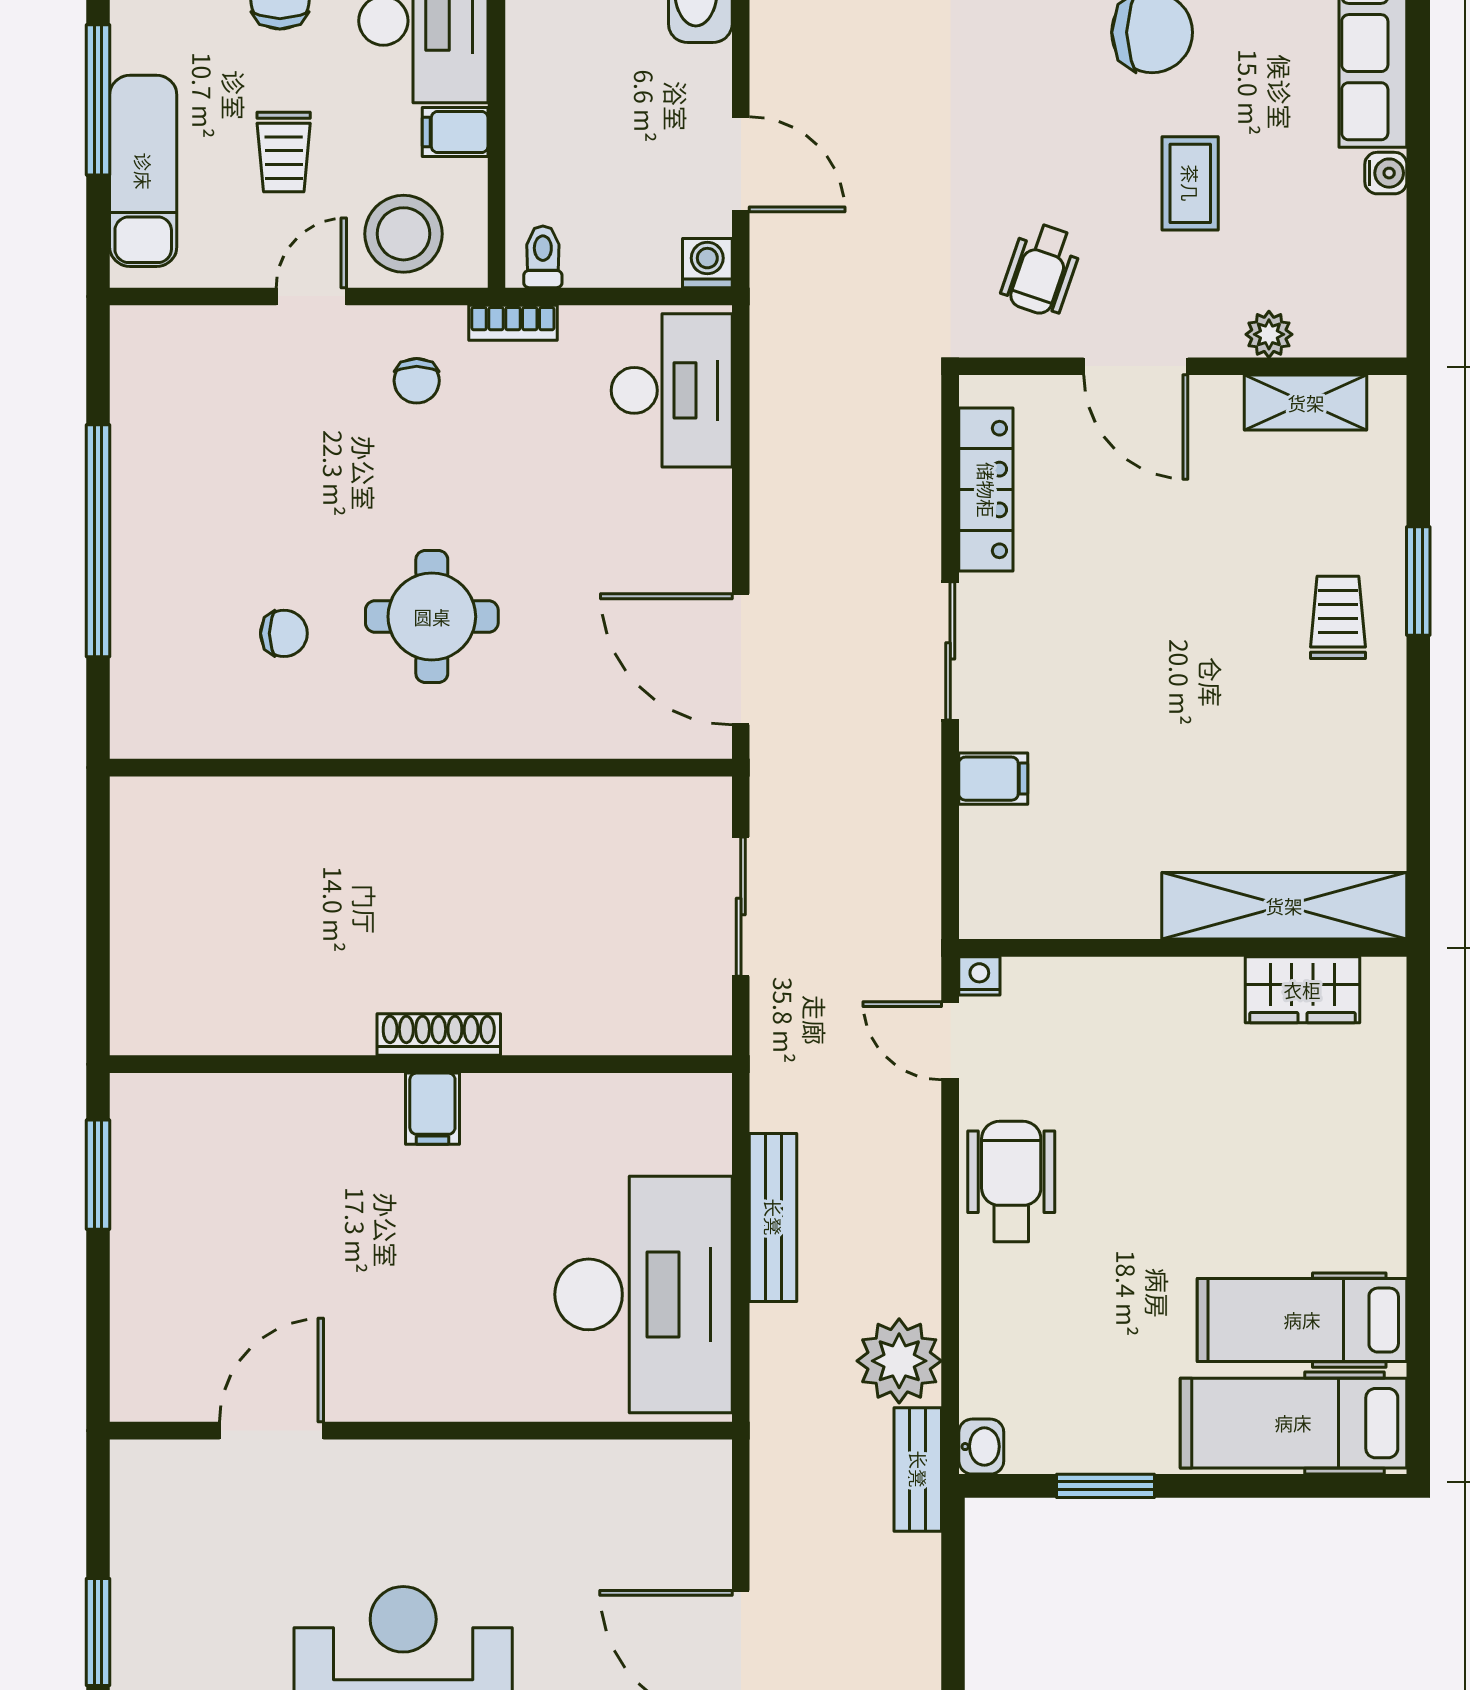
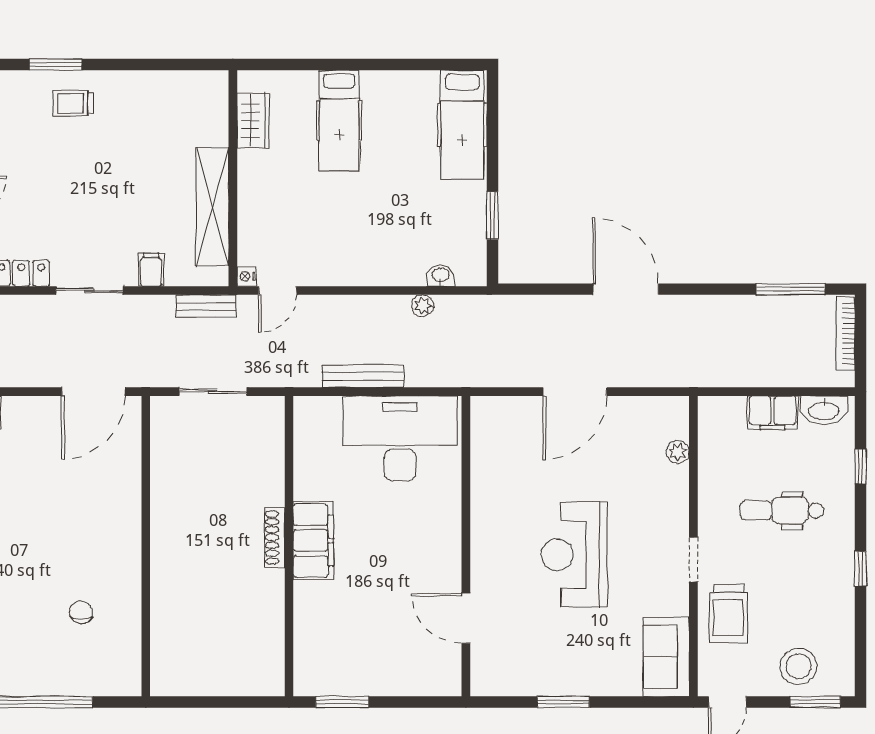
round table: (432, 617) -> (73, 541), removed
shelving: (1284, 906) -> (212, 207), moved
filing cabinet: (432, 1109) -> (313, 541), width x3.00, depth x1.17
wheelchair: (1011, 1181) -> (346, 261), removed
hospital bed: (1302, 1320) -> (339, 121), moved
plant: (899, 1361) -> (423, 306), width x0.53, depth x0.53
washbasin: (981, 1447) -> (441, 276), moved
bench: (918, 1469) -> (206, 306), moved

